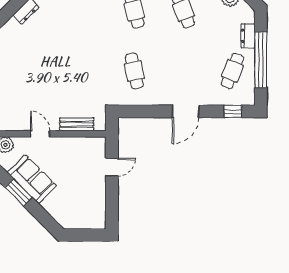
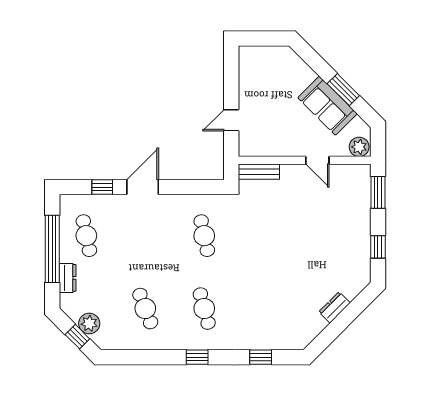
cafe table: (232, 71) -> (86, 236), turned -33
window: (233, 111) -> (102, 187), moved
bench: (77, 124) -> (259, 172), moved

